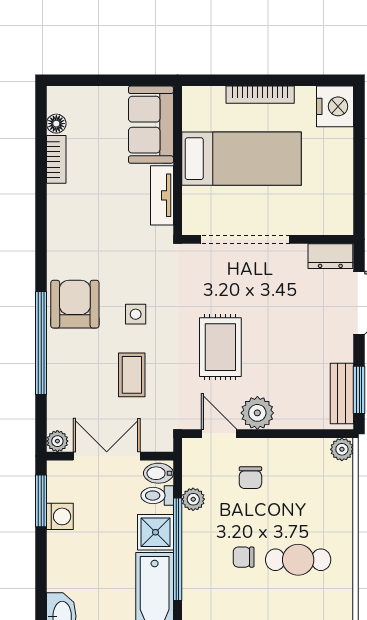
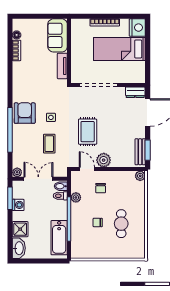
bed: (241, 159) -> (119, 49), moved, turned 180
shower: (155, 532) -> (20, 229), moved
cafe table: (298, 560) -> (121, 224), turned 90

